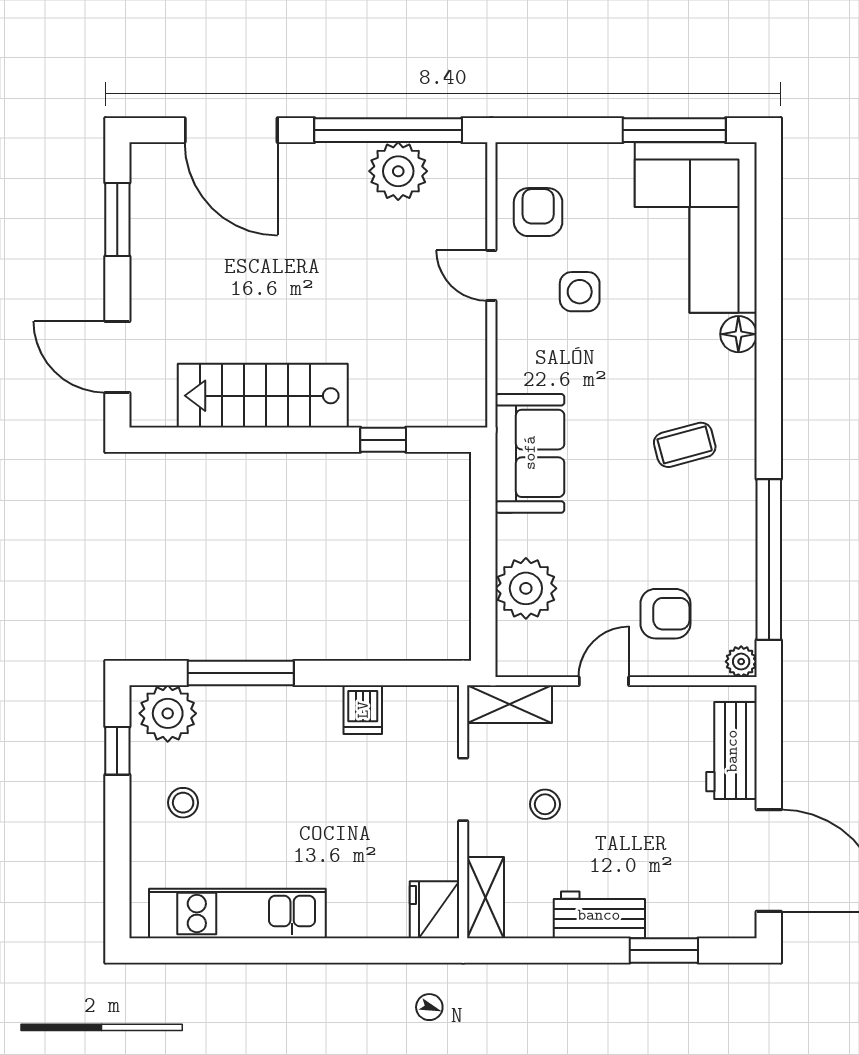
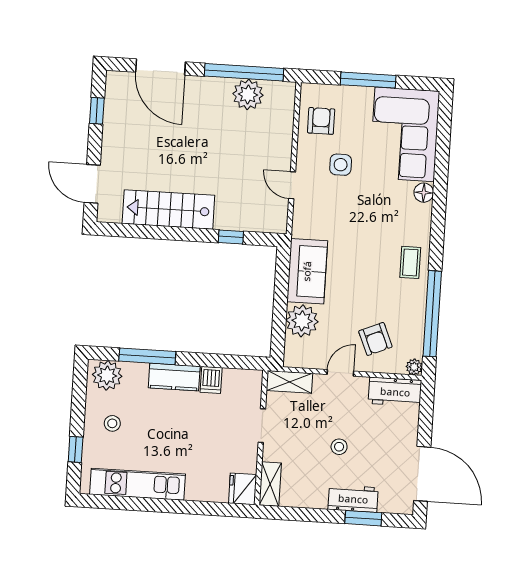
window: (674, 130) -> (368, 80), moved
window: (117, 219) -> (97, 111), width x0.67
door: (491, 276) -> (292, 185), moved
coffee table: (685, 445) -> (410, 262), moved, turned -75
sofa: (530, 453) -> (307, 271), moved
armchair: (665, 614) -> (375, 339), turned 67
kitchen counter: (293, 709) -> (174, 377), added
window: (117, 751) -> (76, 449), moved
workbench: (732, 751) -> (395, 392), moved, turned -90
stool: (545, 804) -> (339, 447), moved
workbench: (599, 915) -> (353, 499), moved

